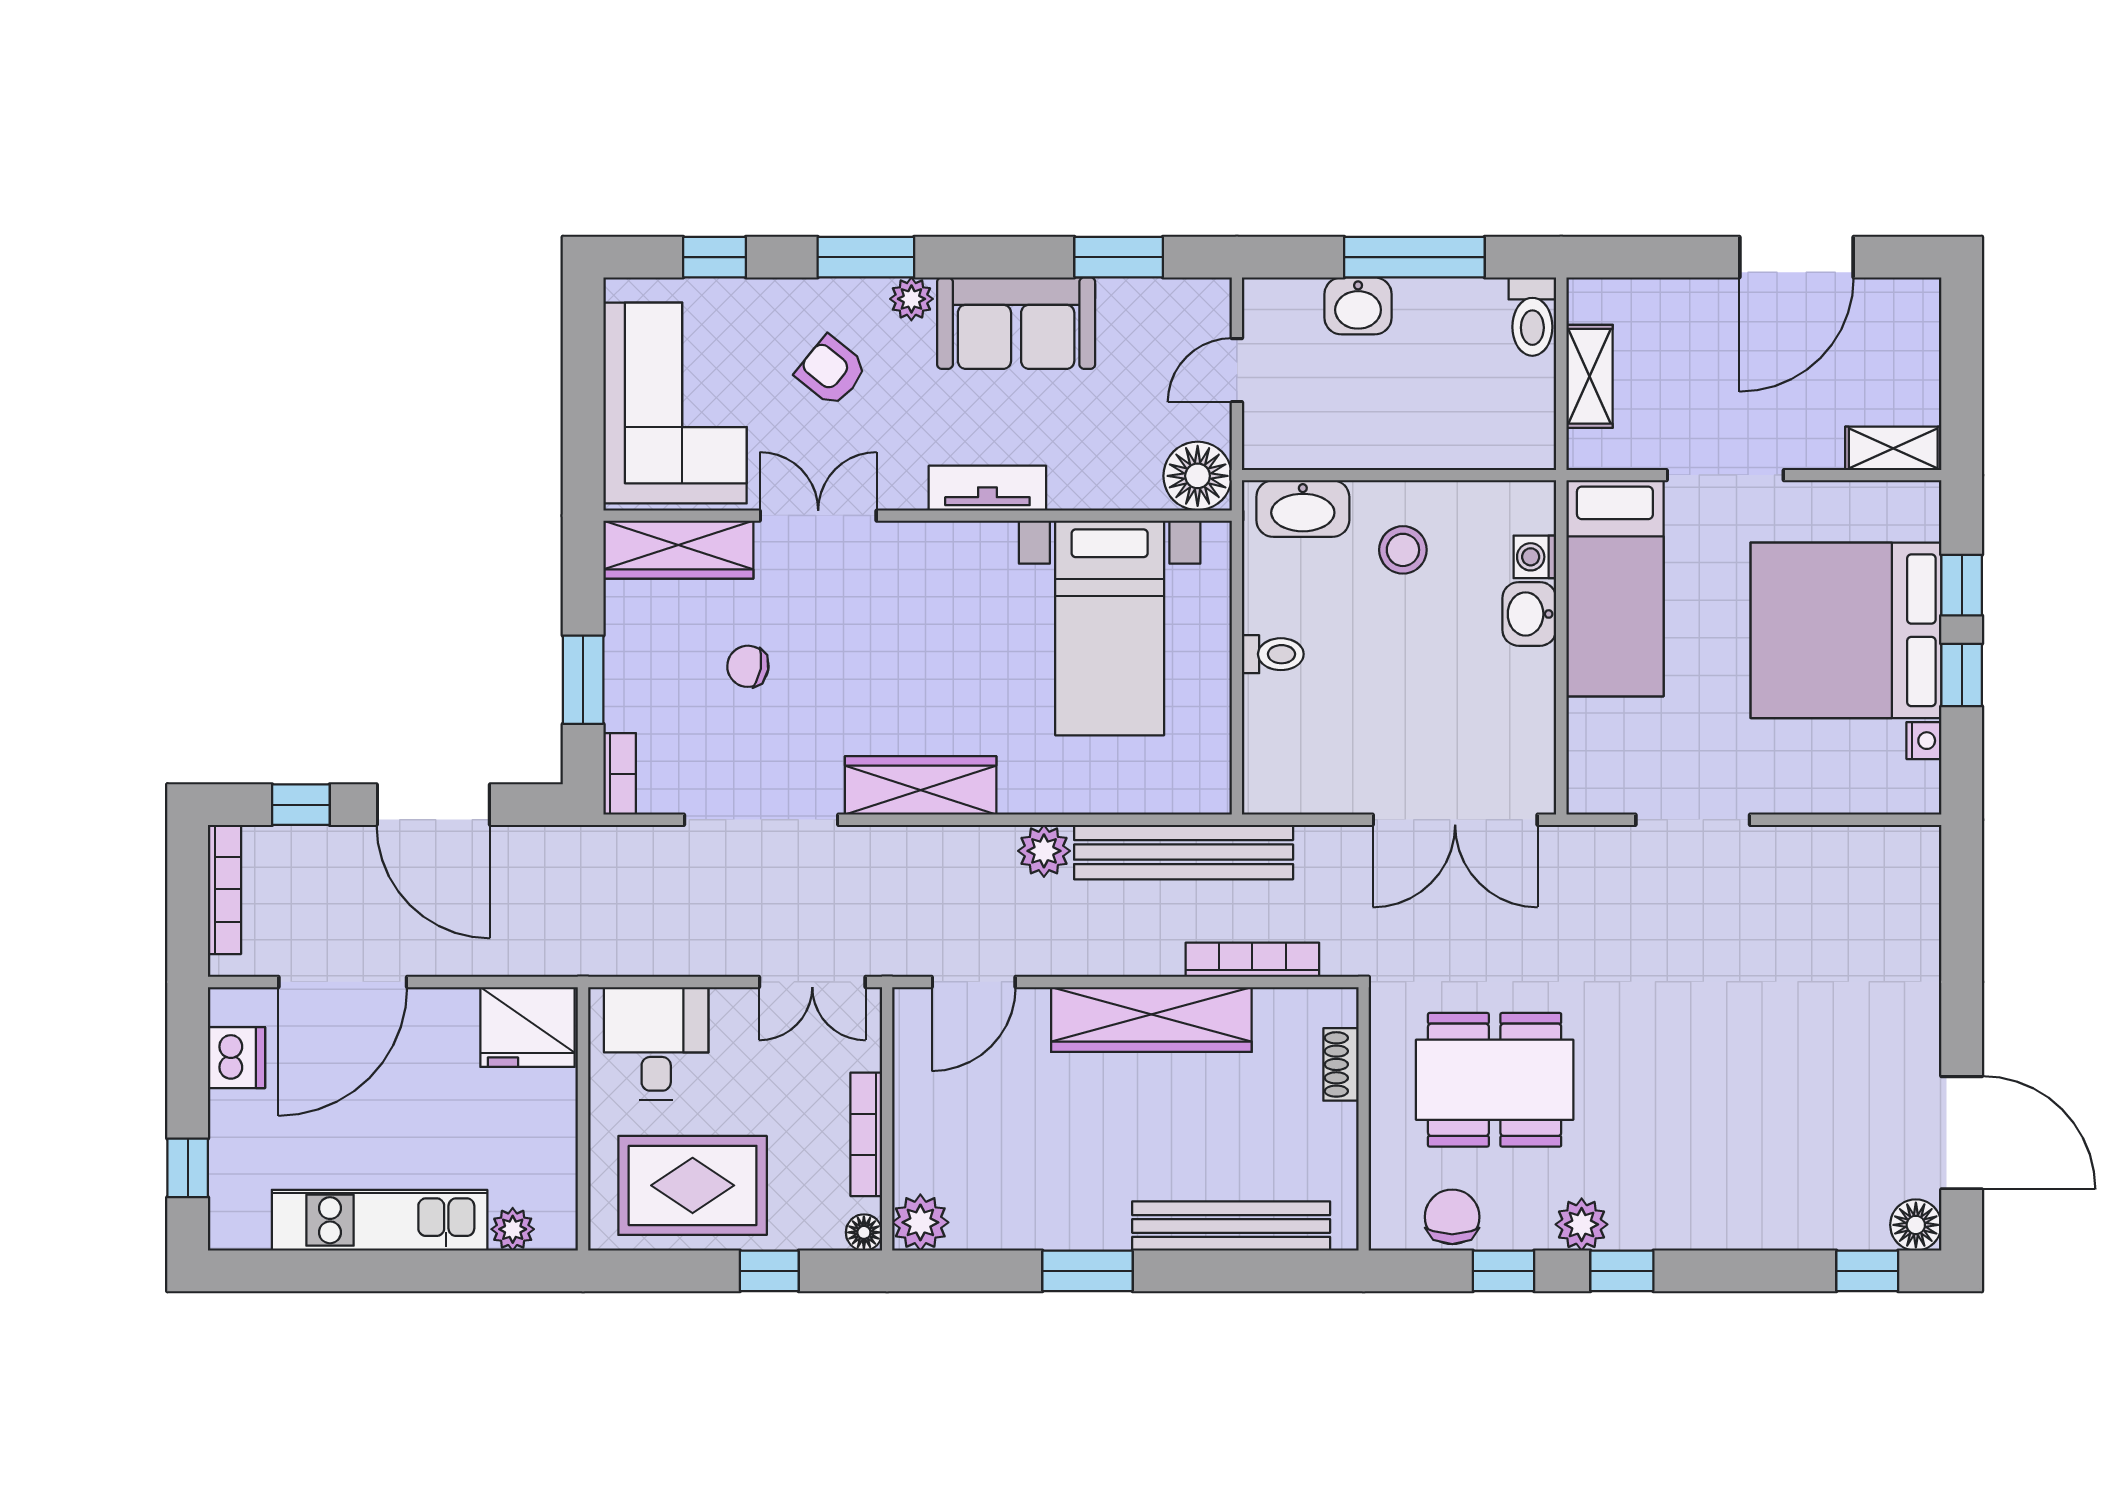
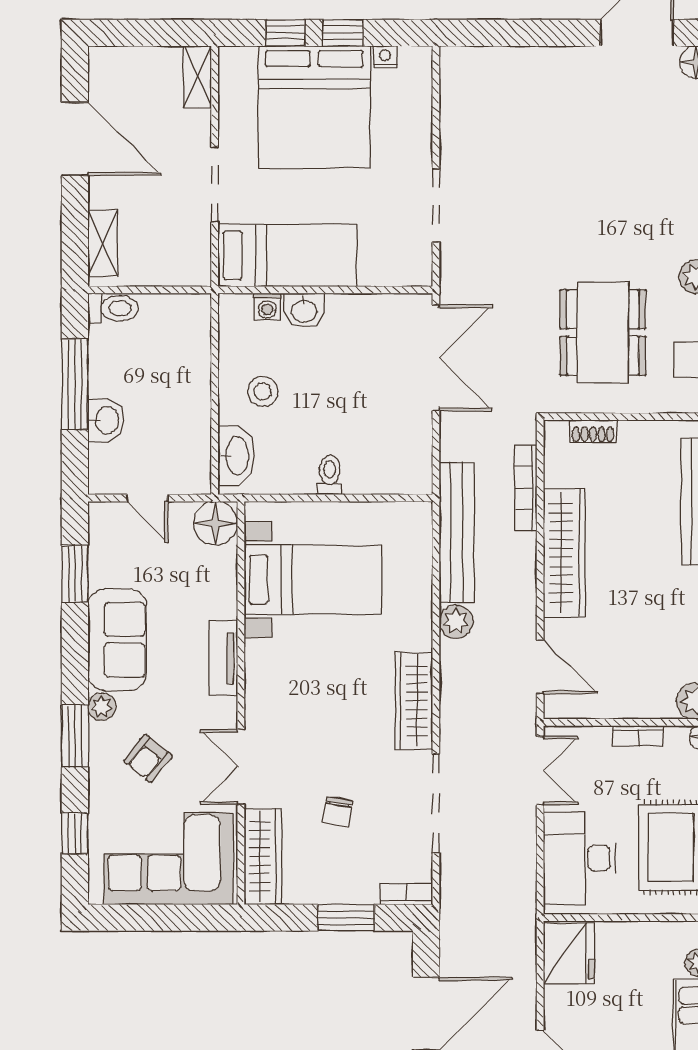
shelving: (1589, 376) -> (103, 243), moved, turned 90
desk: (656, 1043) -> (579, 858), width x1.37
bookcase: (866, 1134) -> (638, 736), width x0.64

